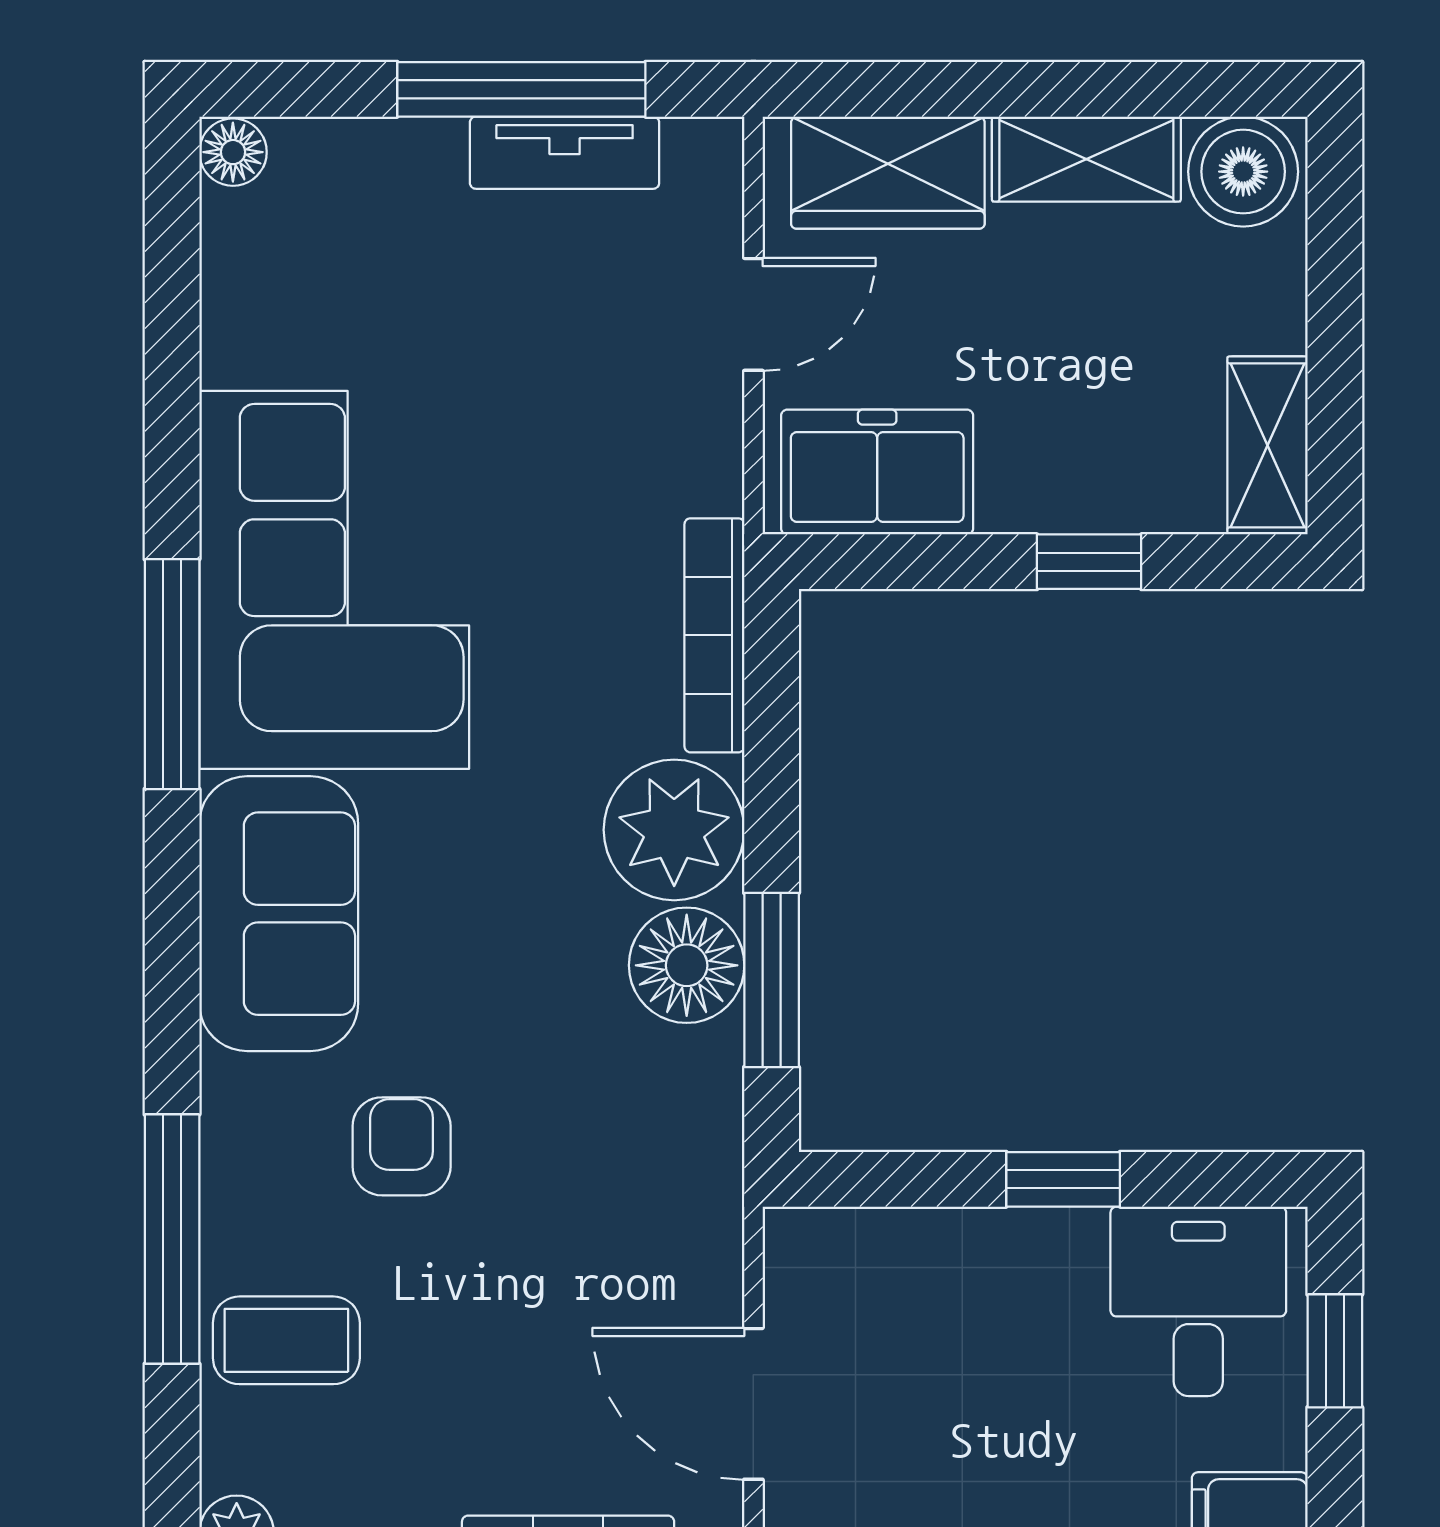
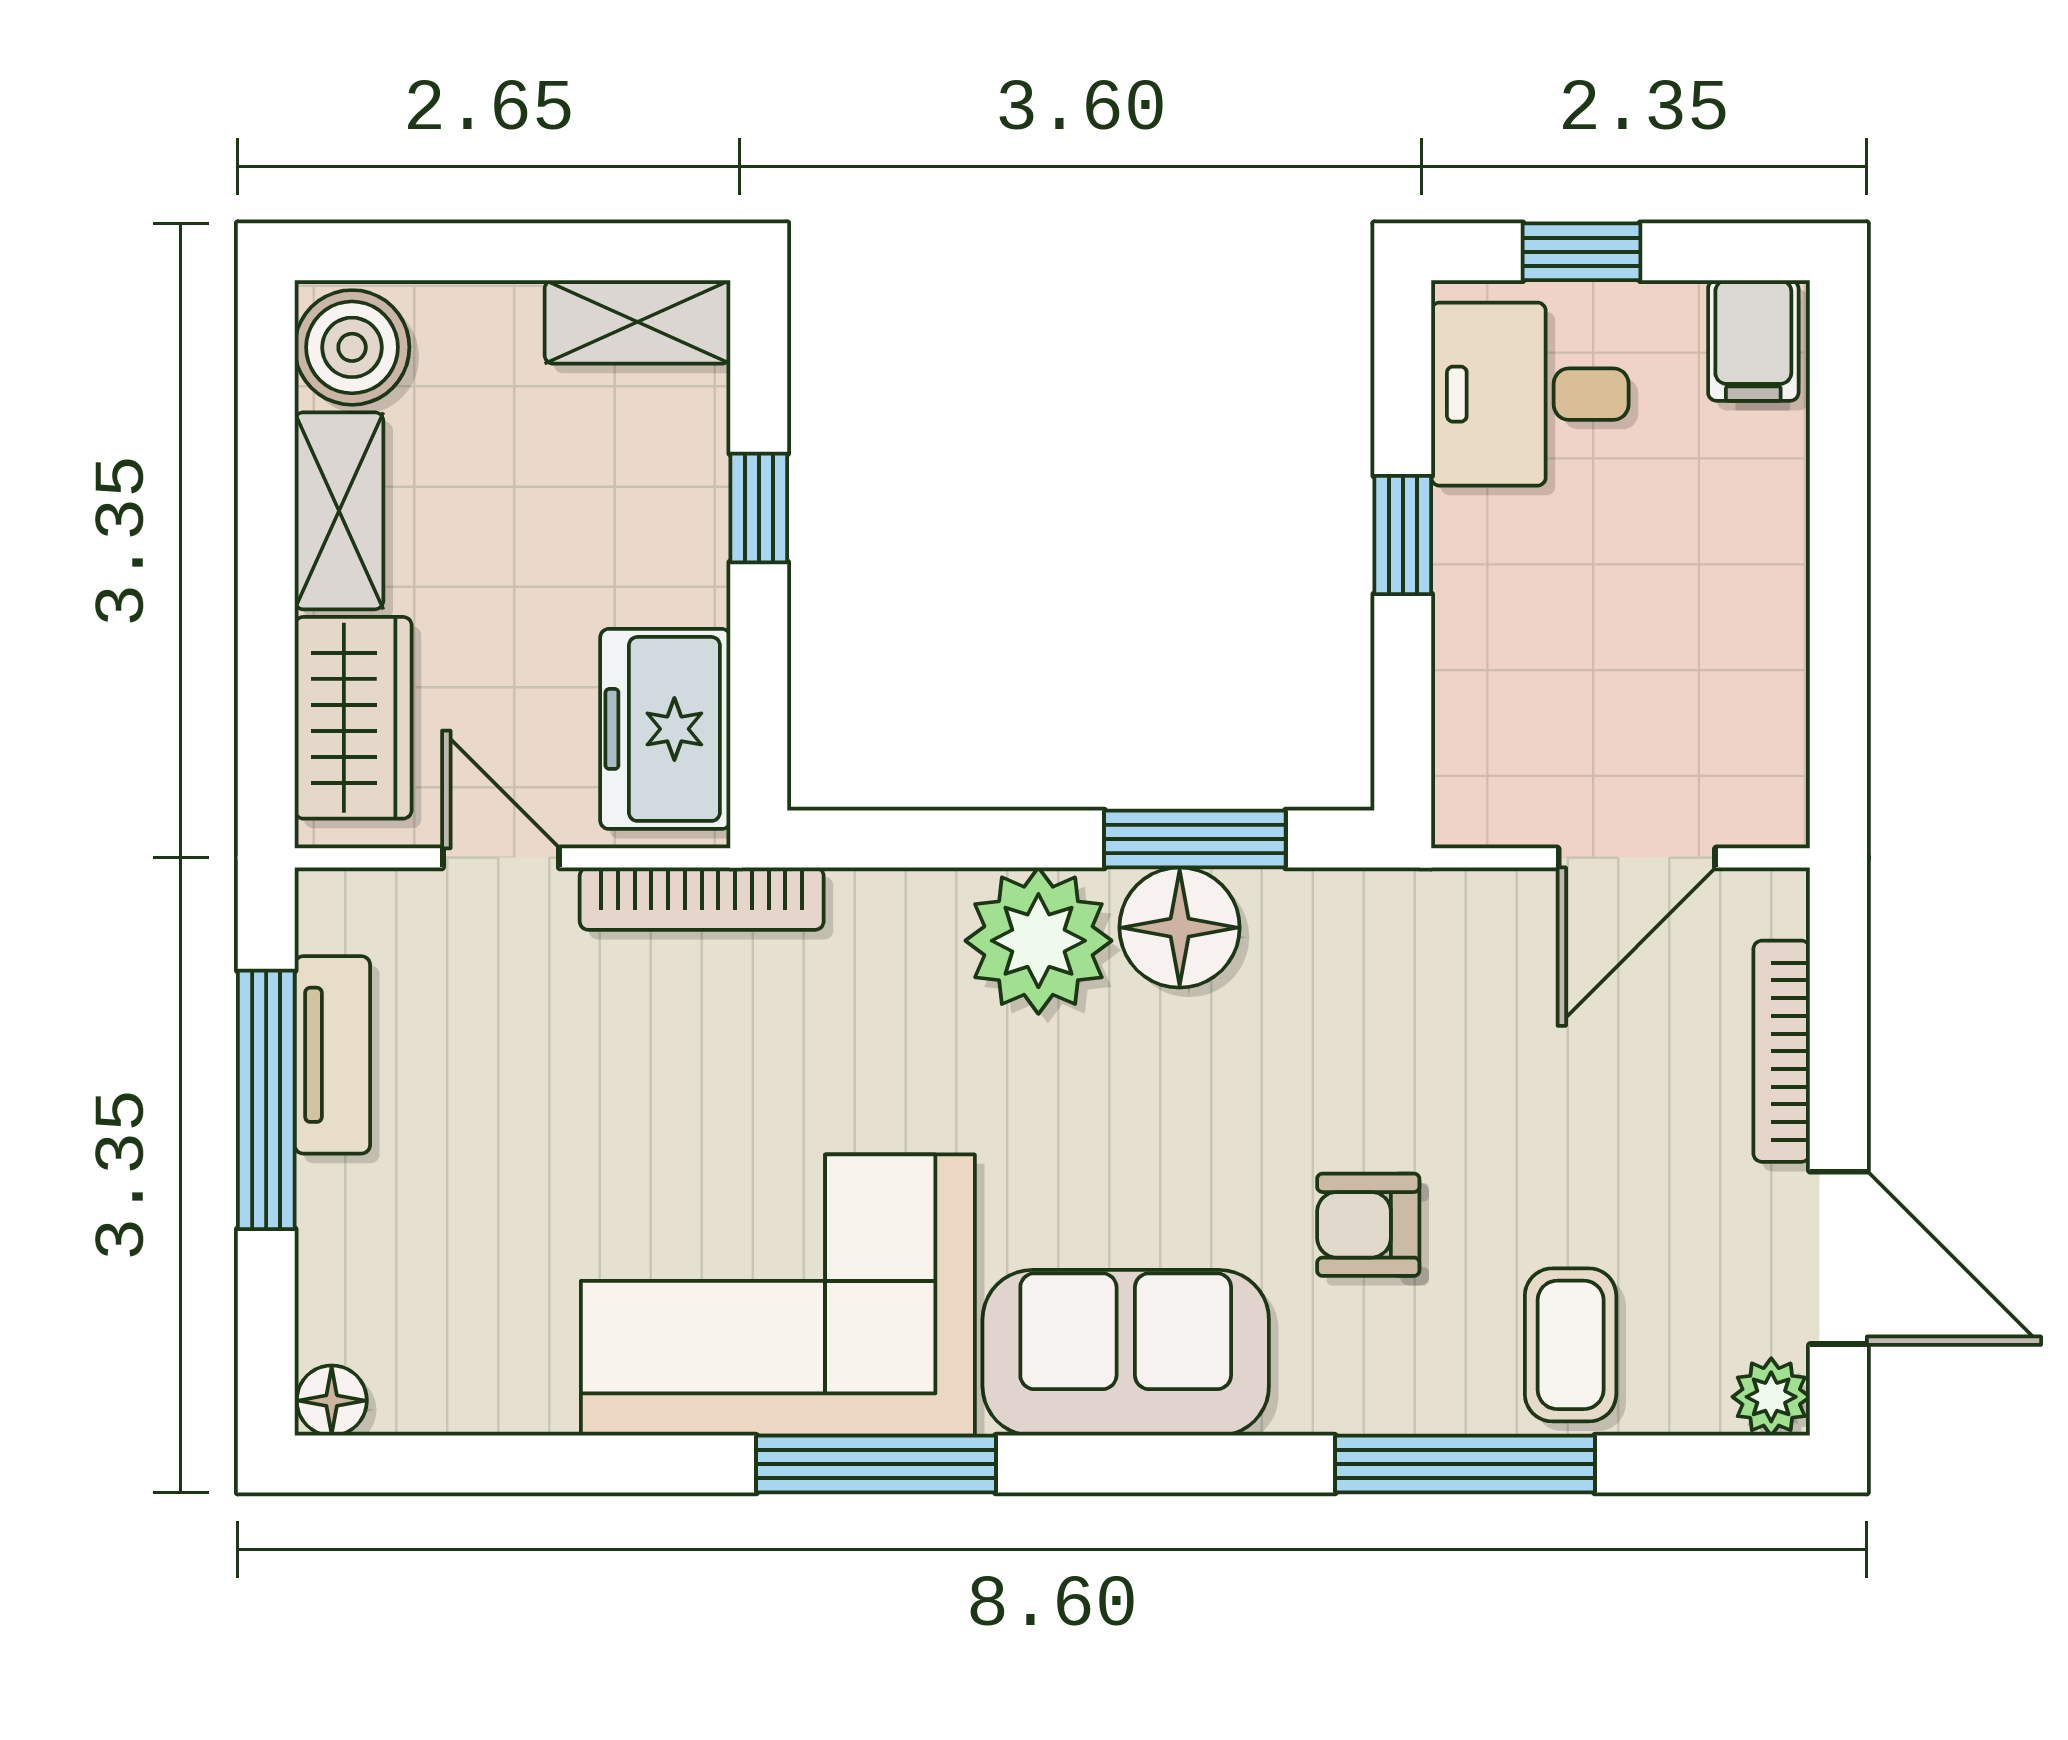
bookcase: (714, 635) -> (702, 899), moved

